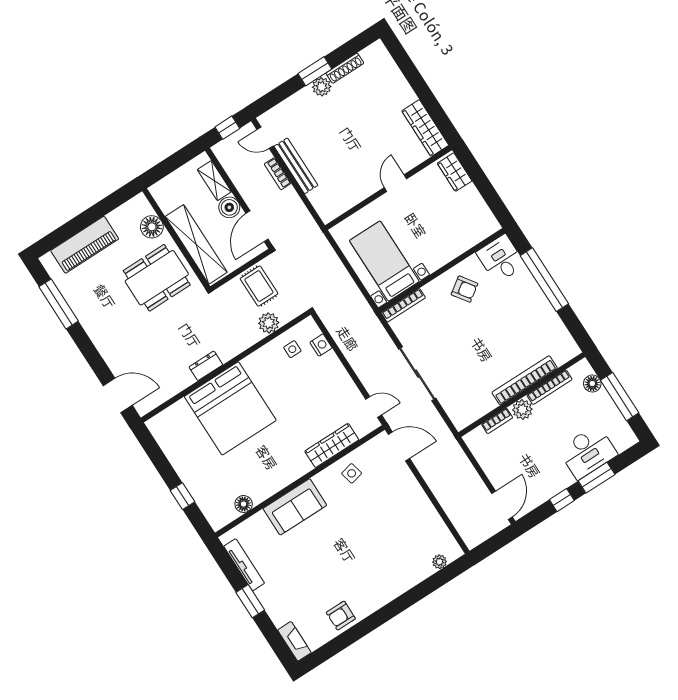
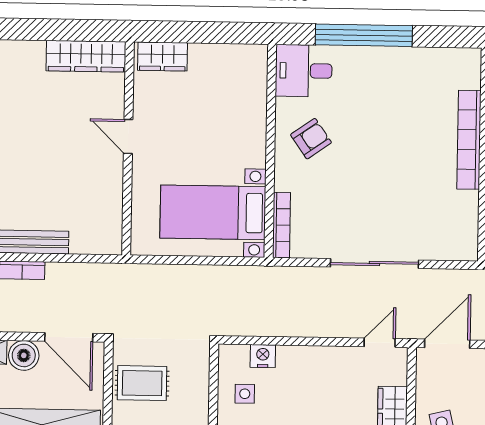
plant: (269, 323) -> (194, 401), removed

